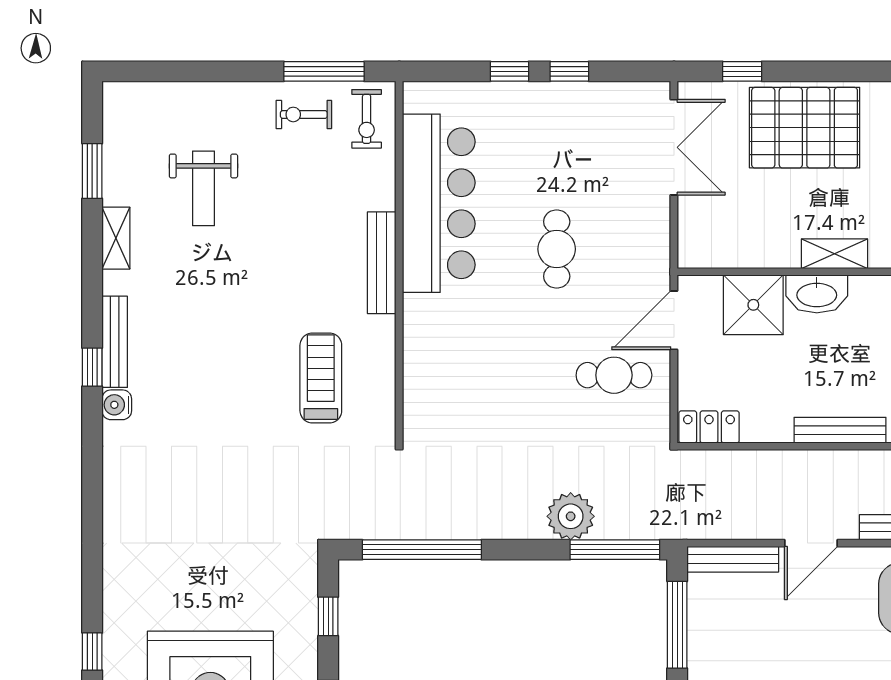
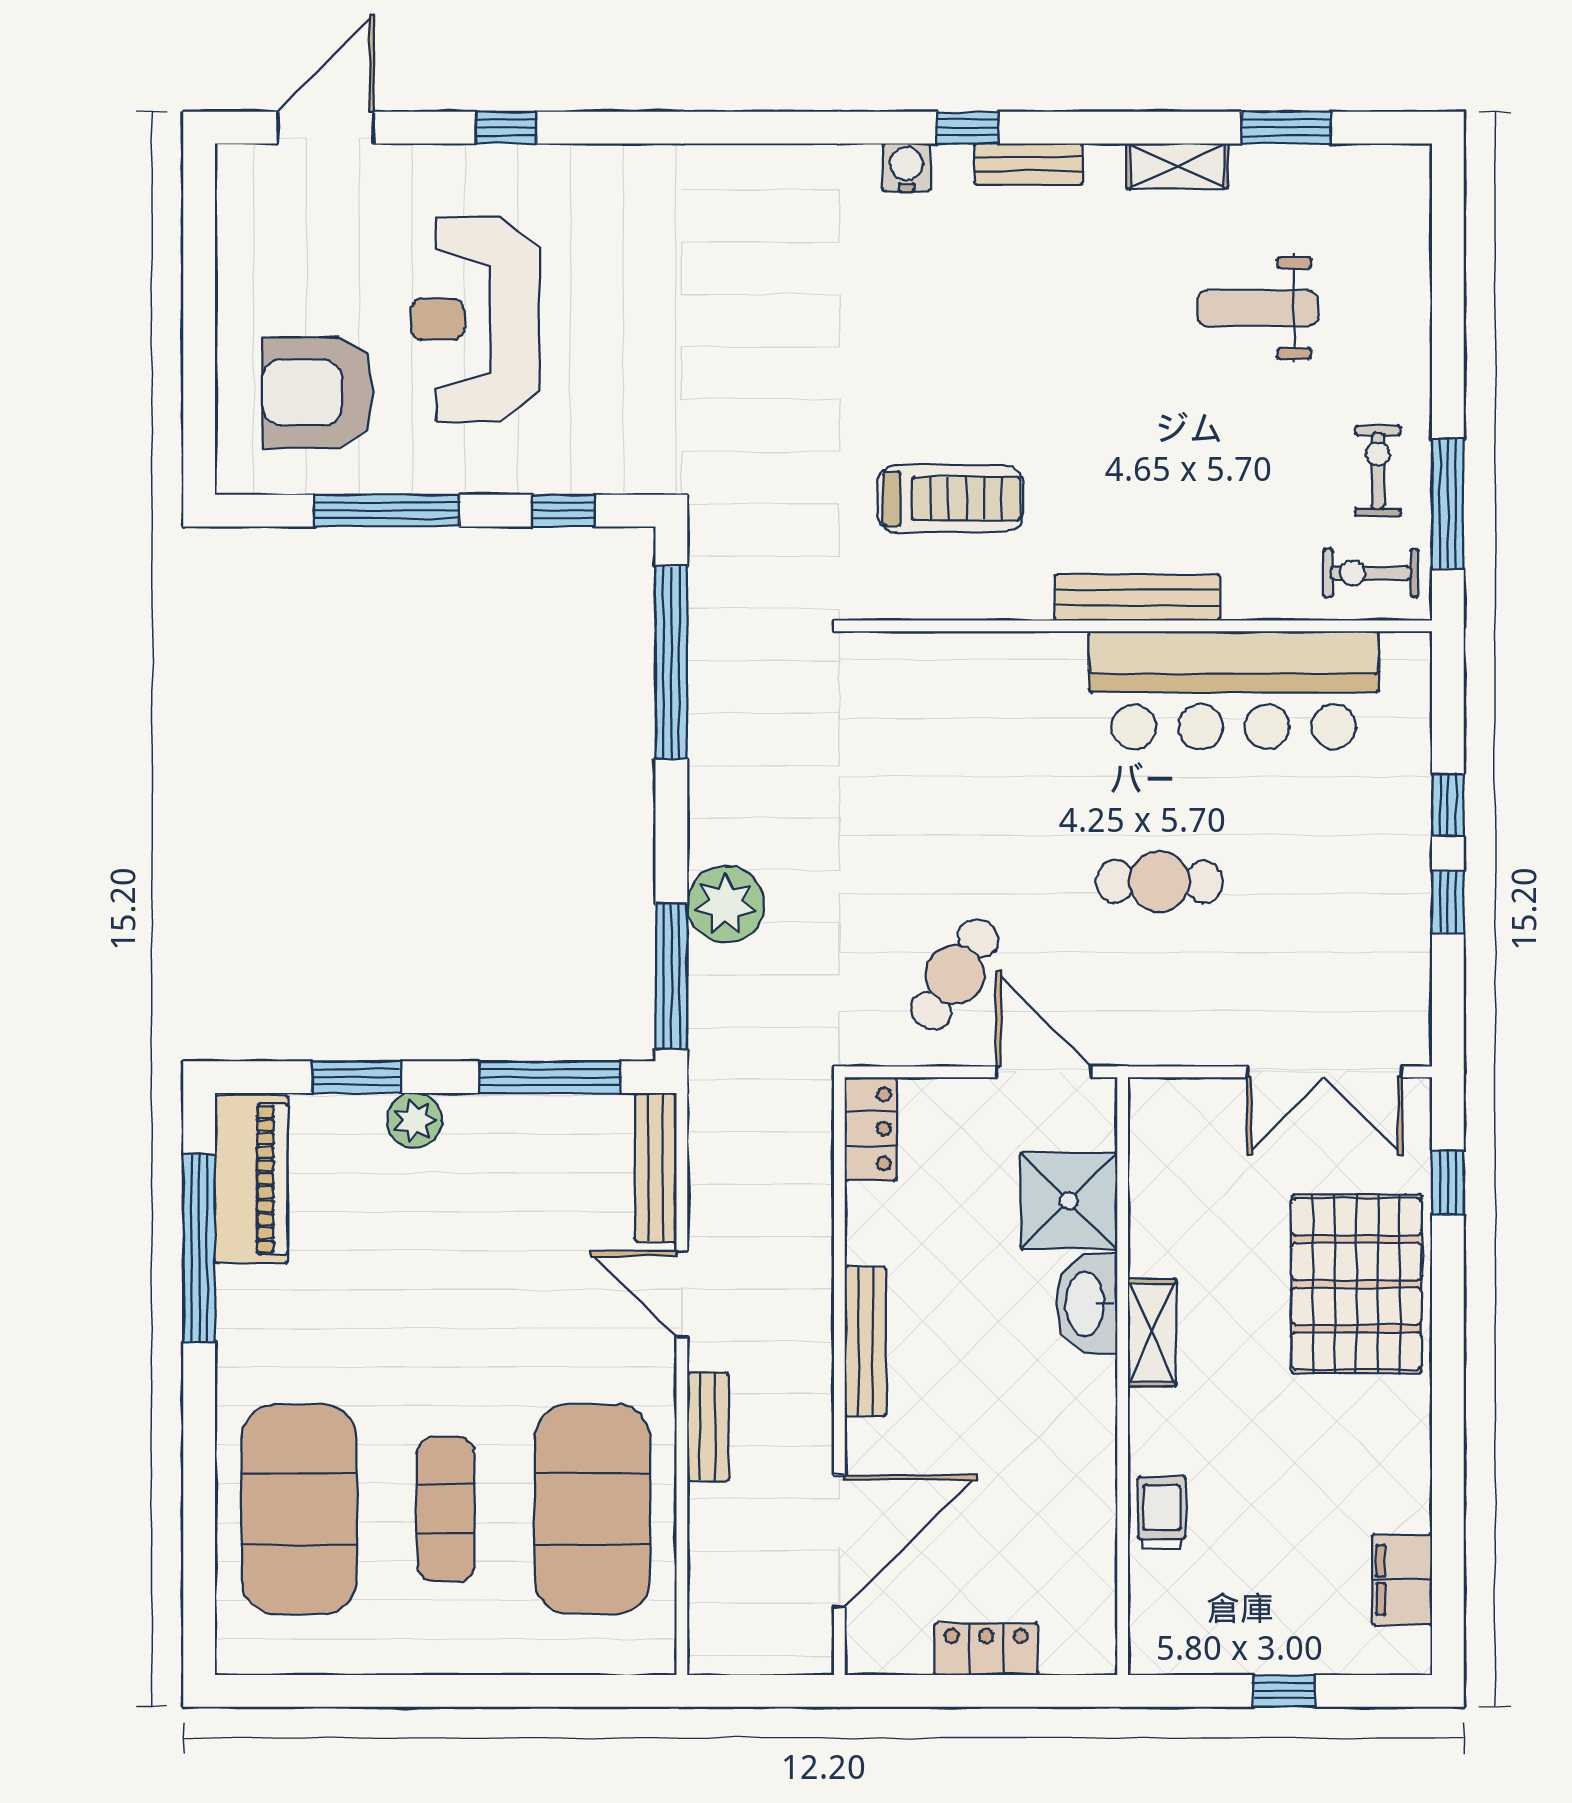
bench: (115, 342) -> (1029, 164), width x0.73
cafe table: (614, 375) -> (955, 975), turned 33

